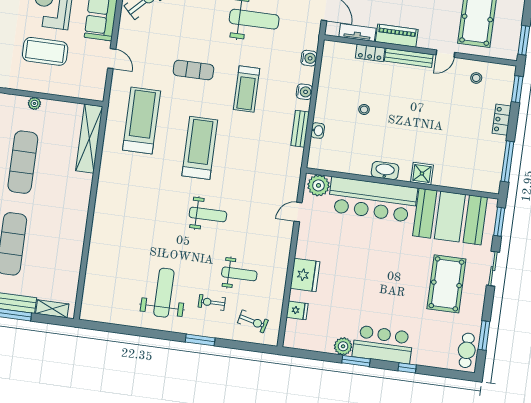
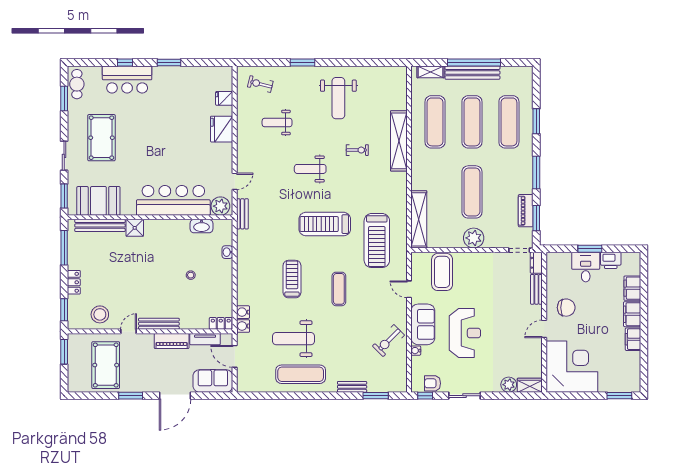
coffee table: (45, 51) -> (442, 272), moved, turned 90
locker: (370, 53) -> (221, 323), moved
exercise mat: (193, 70) -> (339, 289), turned 90
stool: (476, 78) -> (100, 314), width x1.89, depth x1.89
water cooler: (304, 92) -> (243, 326), moved
plant: (34, 103) -> (474, 238), width x1.87, depth x1.87
bench: (300, 129) -> (242, 214), moved
treadmill: (200, 148) -> (325, 224), turned 90
washbasin: (385, 171) -> (201, 226), moved
bench: (462, 182) -> (100, 225), added
booth: (450, 217) -> (98, 201), width x0.73, depth x0.70
shelving: (100, 233) -> (399, 141), added
exercise mat: (55, 250) -> (435, 122), added
exercise bike: (212, 302) -> (357, 150), moved
bar counter: (383, 344) -> (127, 79), moved
plant: (343, 346) -> (181, 73), removed

